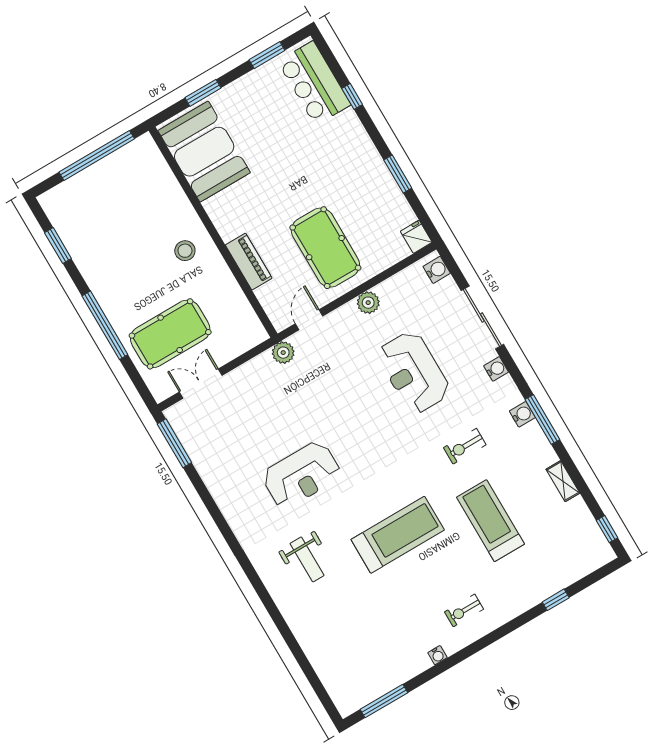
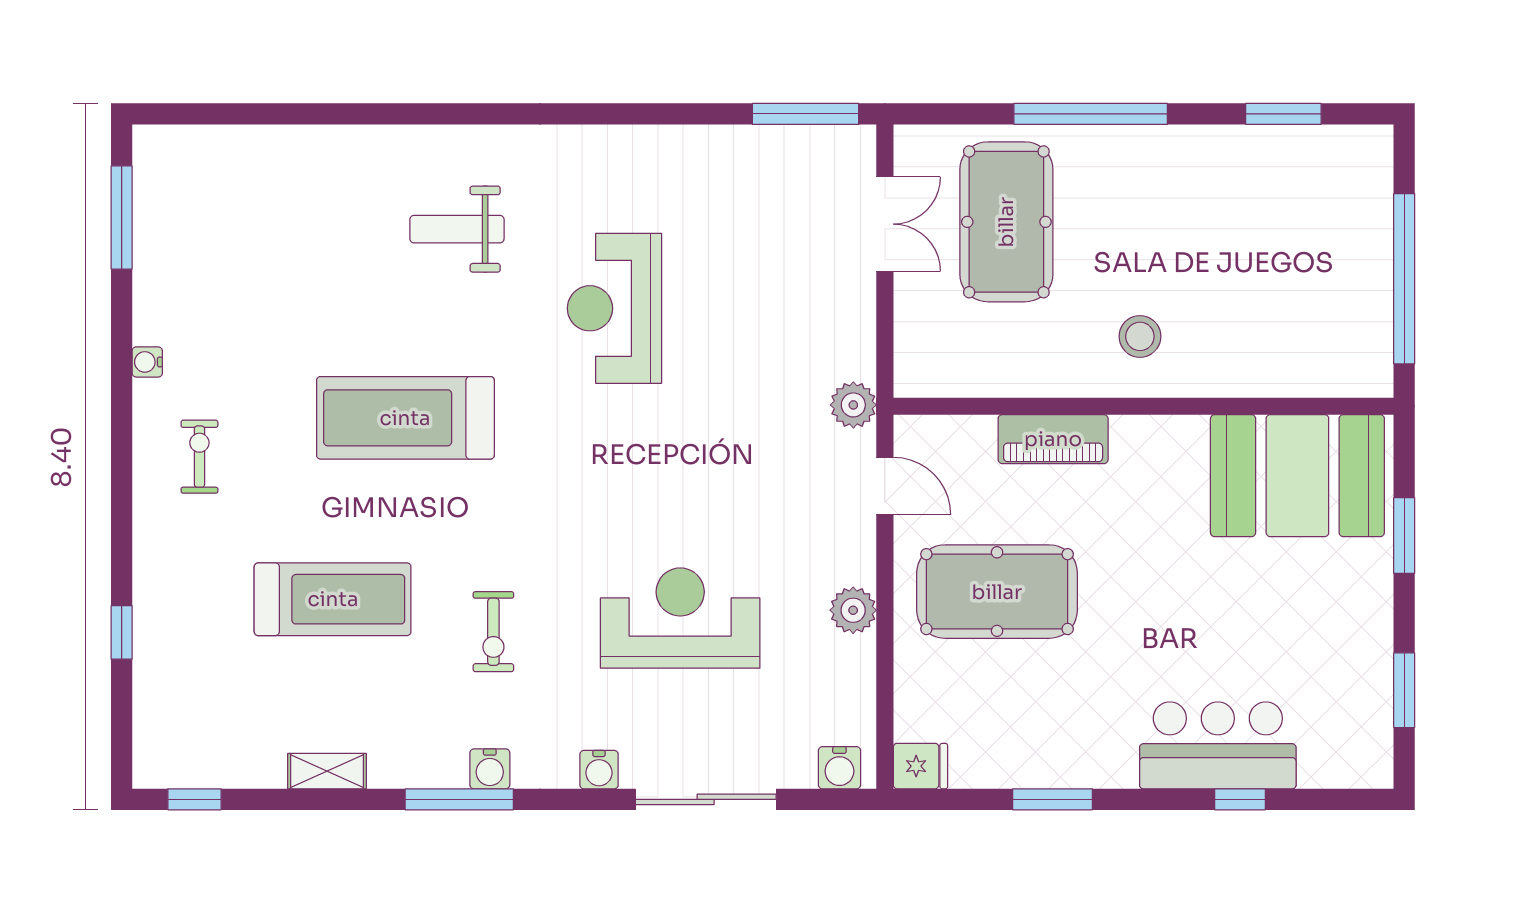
bar counter: (314, 83) -> (1218, 745), moved
exercise bike: (465, 446) -> (493, 632), turned 180
treadmill: (398, 535) -> (405, 418), turned 90

